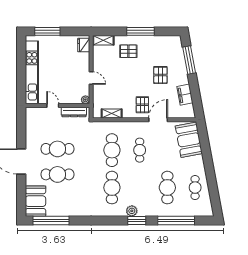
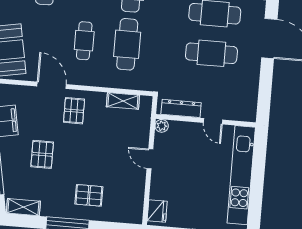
shelving: (103, 40) -> (23, 207), moved
door: (158, 120) -> (52, 85), swing flipped

